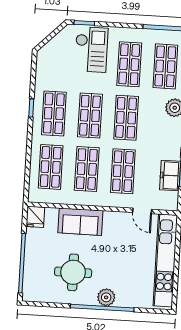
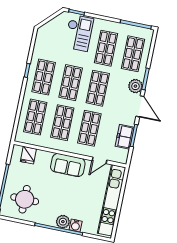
door: (142, 211) -> (100, 160), hinge flipped
fridge: (35, 217) -> (28, 155), moved
sofa: (80, 222) -> (68, 165), moved
round table: (73, 272) -> (25, 199), moved
water cooler: (123, 300) -> (76, 225), added

